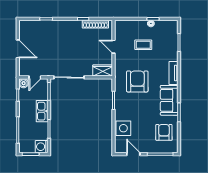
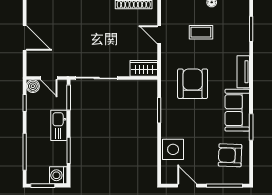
door: (35, 77) -> (49, 78), hinge flipped
armchair: (164, 132) -> (230, 155), turned -88

